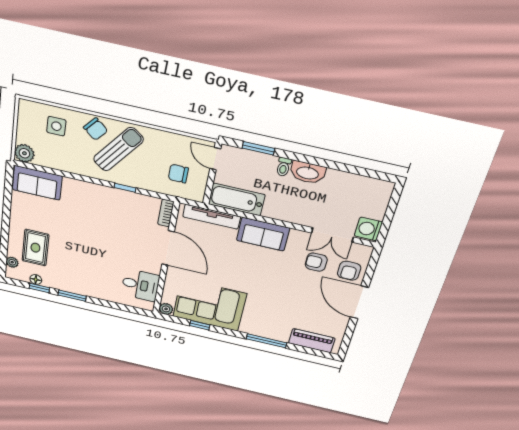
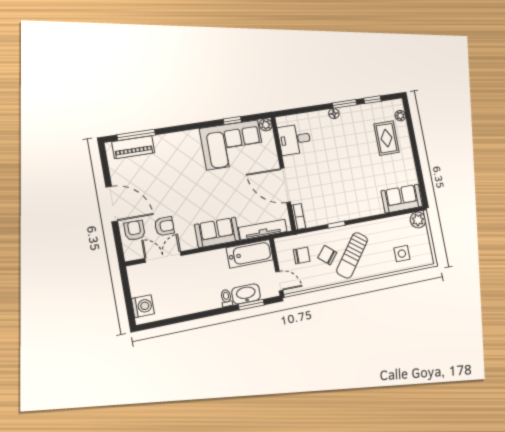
chair: (96, 129) -> (327, 255), moved
washbasin: (308, 173) -> (246, 294), moved
washing machine: (368, 229) -> (143, 306), moved
floor lamp: (36, 279) -> (334, 114), moved
window: (267, 341) -> (136, 135), moved

